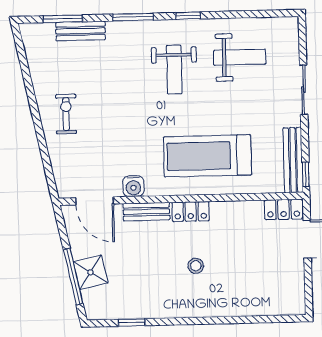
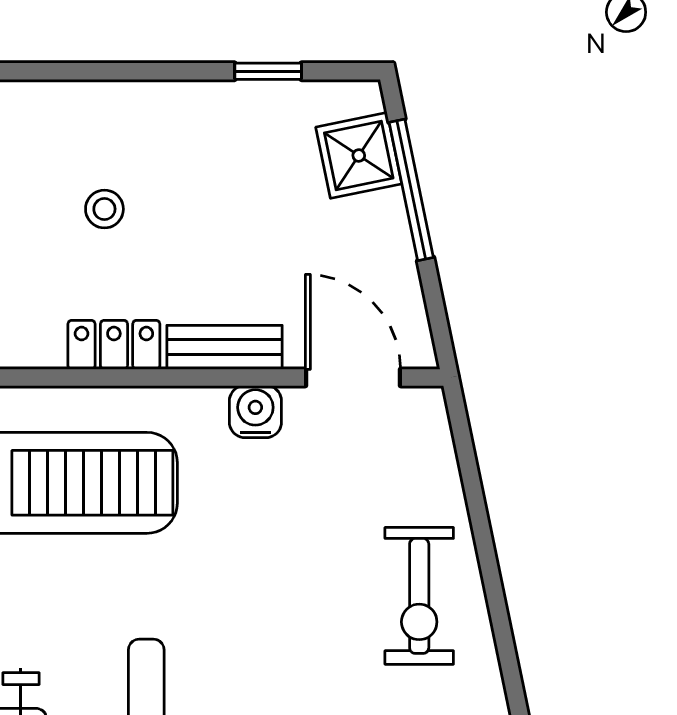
exercise bike: (66, 114) -> (419, 596), width x1.38, depth x1.39
shower: (90, 272) -> (359, 155), moved

